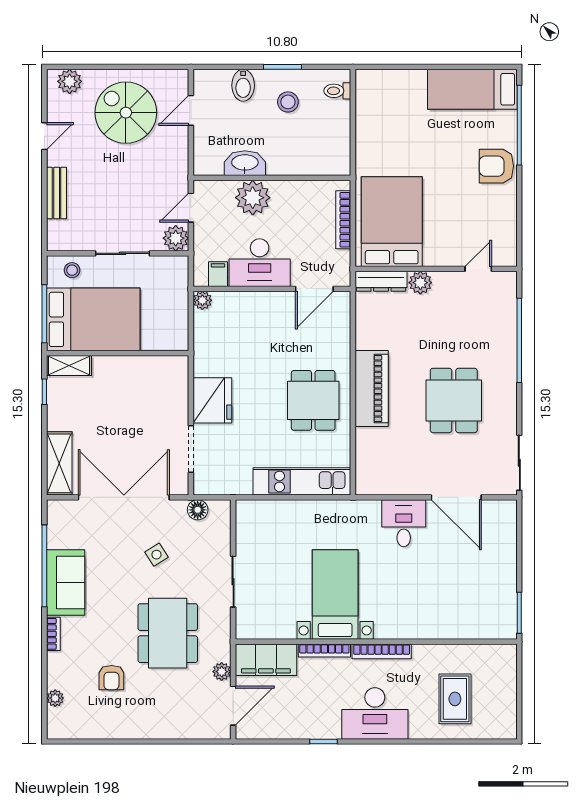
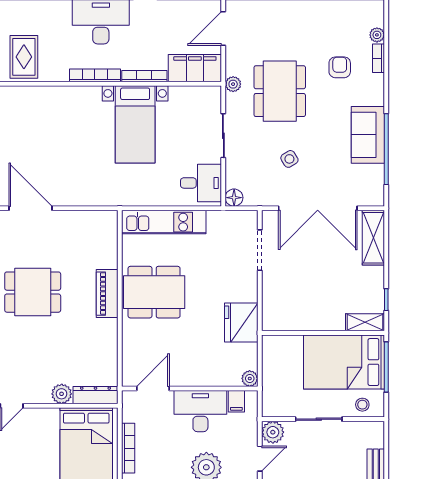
piano: (372, 389) -> (107, 294), width x0.73, depth x0.75
fridge: (212, 400) -> (241, 322), moved
dining table: (313, 400) -> (154, 292), width x1.38
dining table: (454, 400) -> (33, 292), turned 90
floor lamp: (198, 510) -> (234, 198), moved
desk: (404, 523) -> (201, 183), moved, turned -90
bookcase: (53, 634) -> (379, 58), moved
plant: (222, 672) -> (233, 84), moved
armchair: (111, 678) -> (340, 67), moved
rug: (455, 699) -> (24, 57), moved

